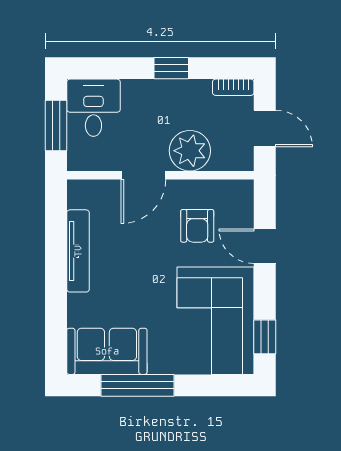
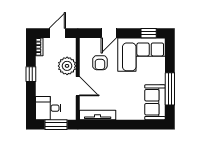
armchair: (197, 226) -> (100, 63), turned 90
tv unit: (78, 251) -> (98, 115), moved

